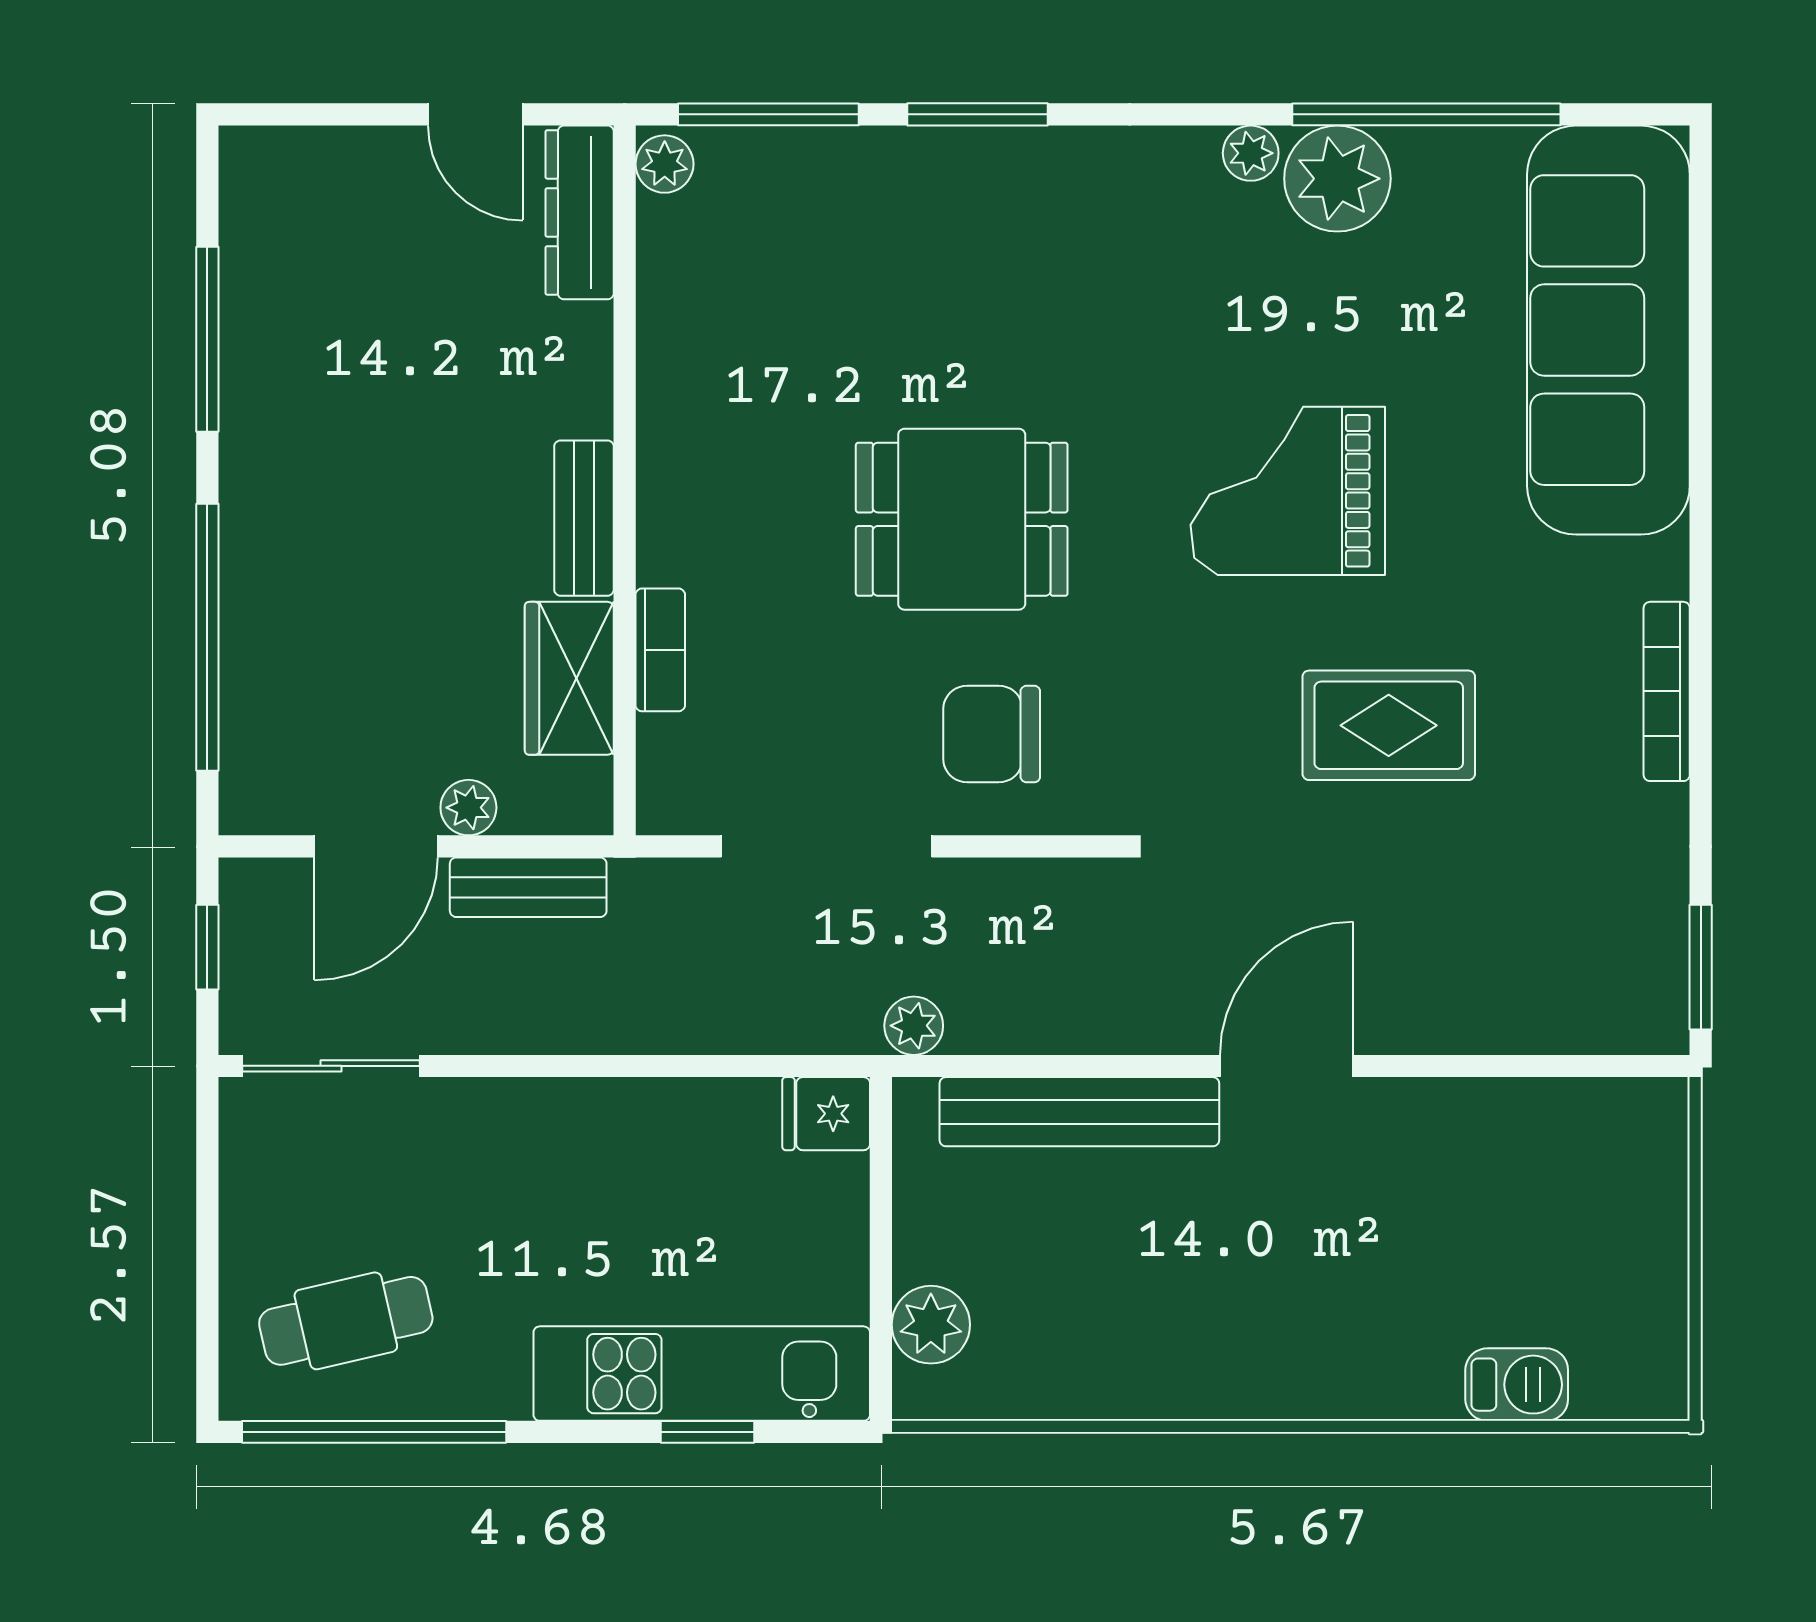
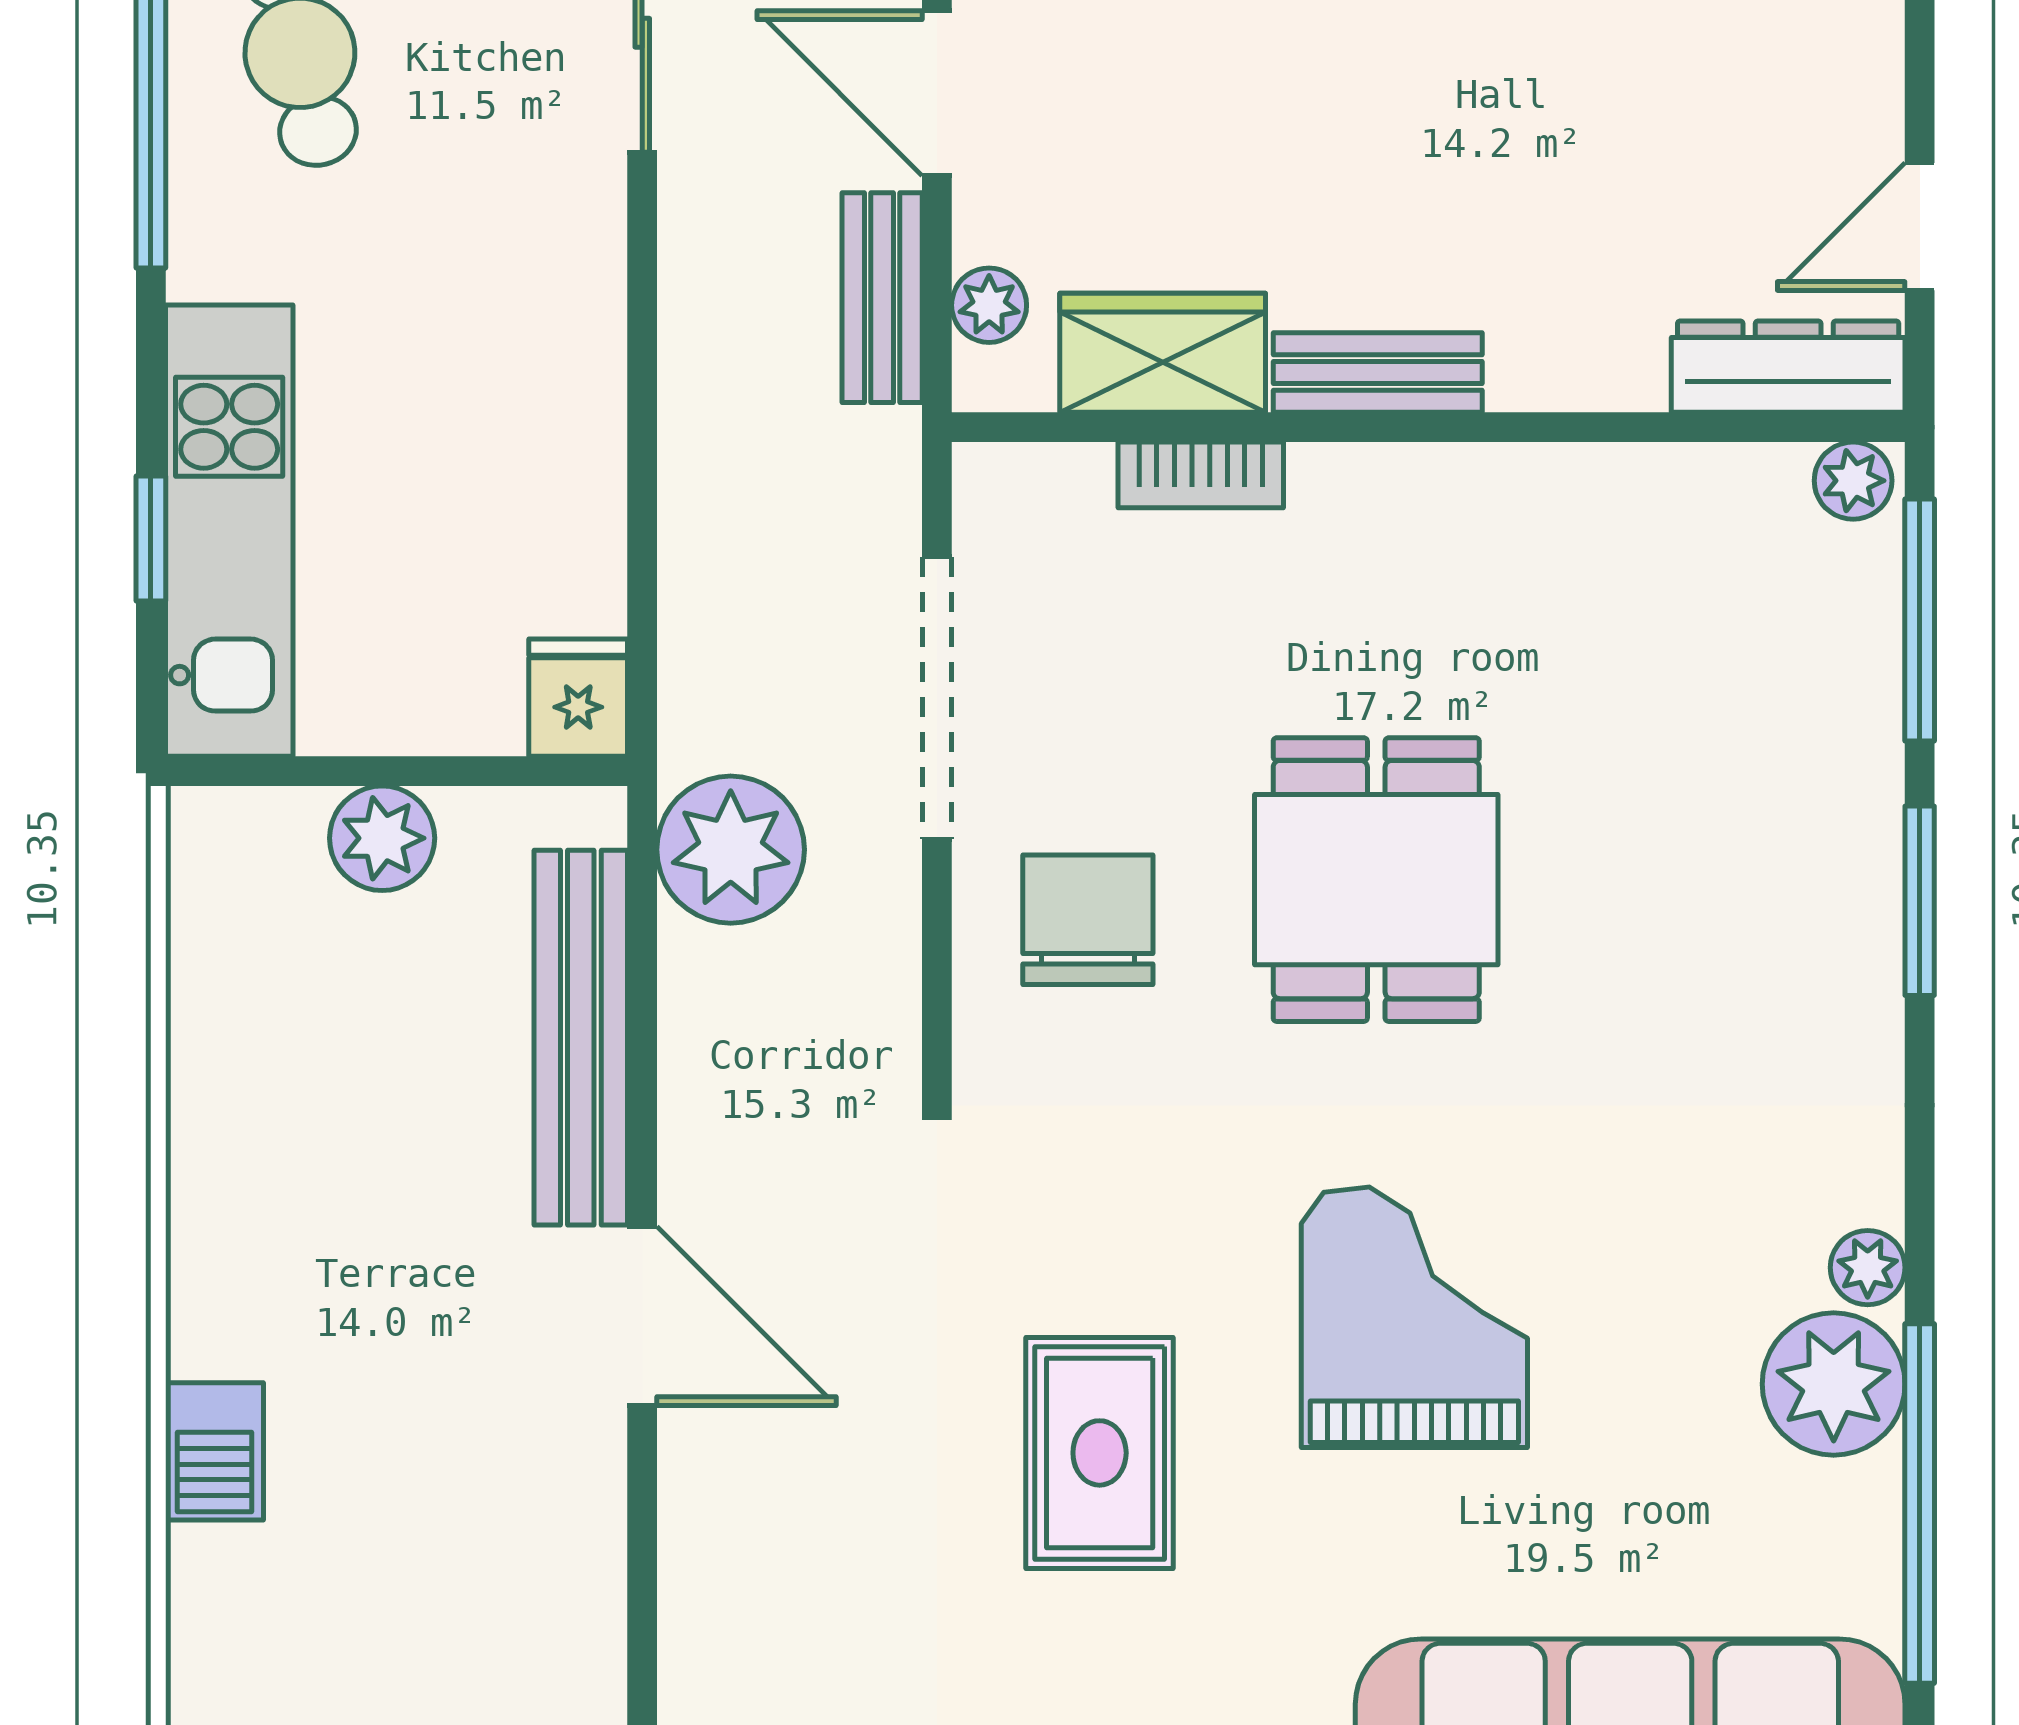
plant: (468, 808) -> (989, 305), moved
plant: (914, 1026) -> (731, 850), width x1.88, depth x1.88
plant: (931, 1325) -> (382, 838), moved
barbecue: (1517, 1385) -> (214, 1451), moved

